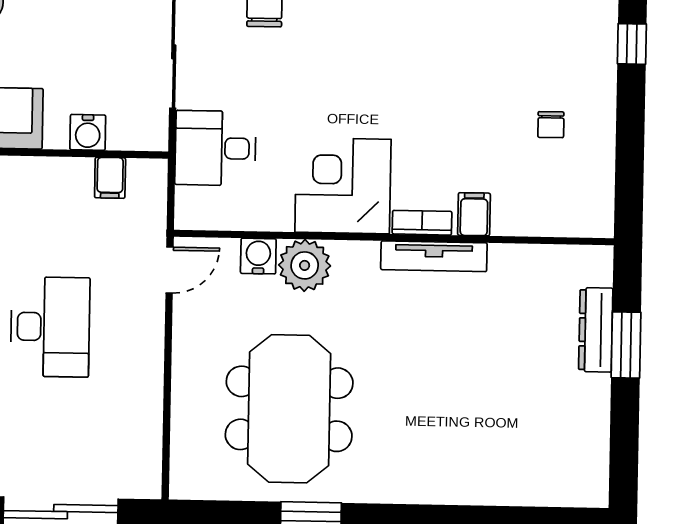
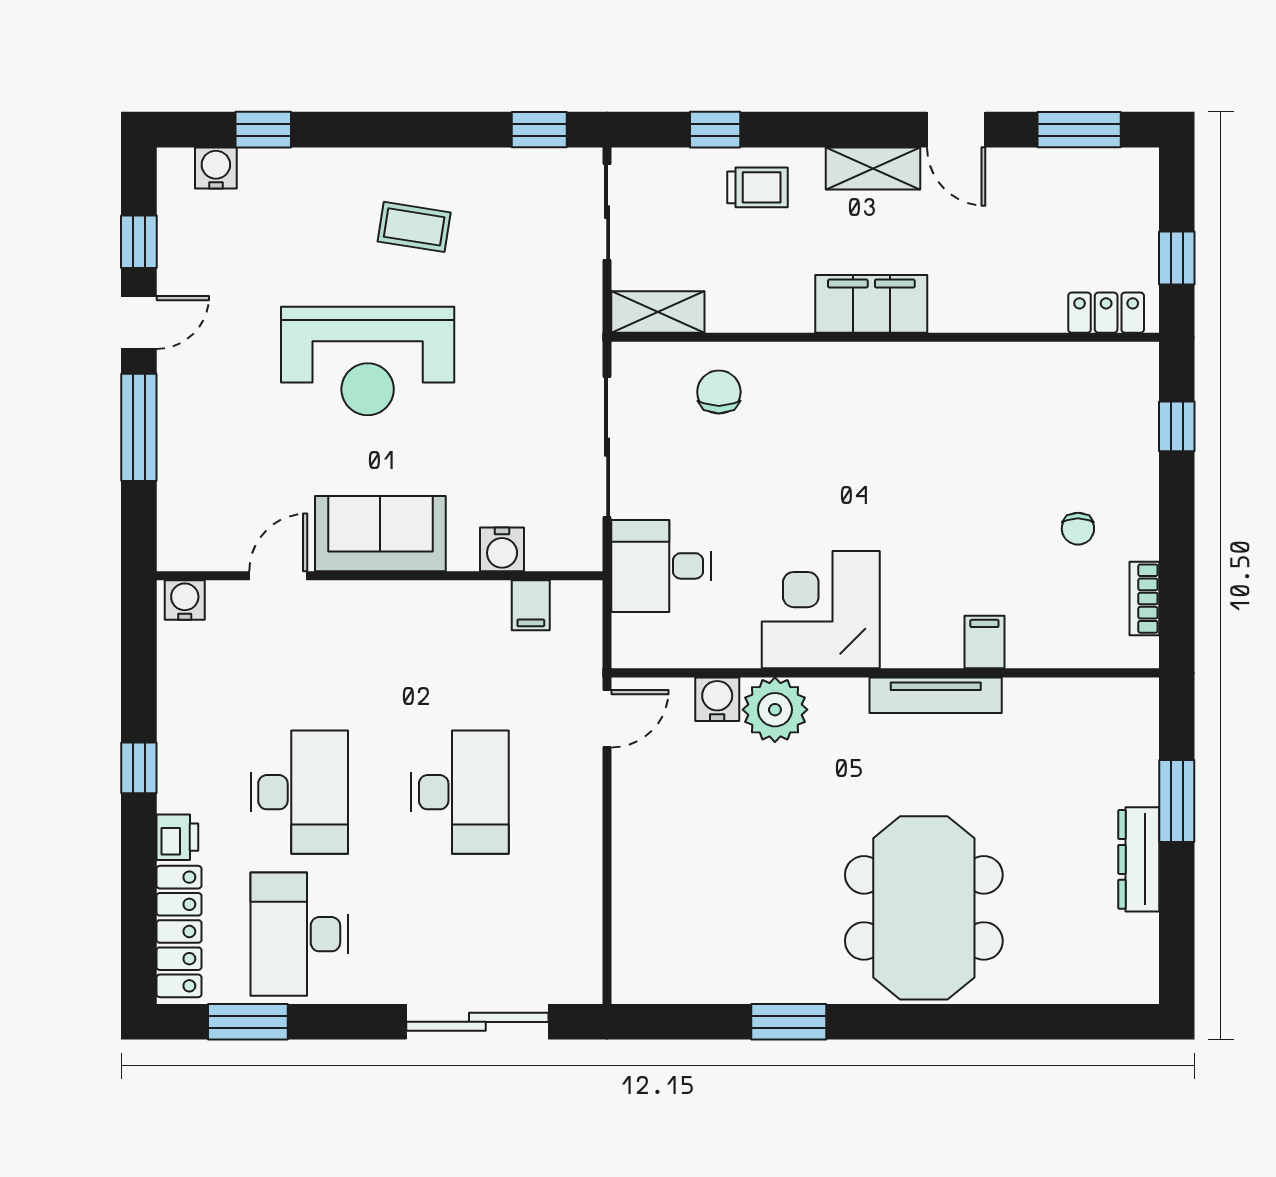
bookcase: (422, 223) -> (1144, 599), moved, turned -90
dresser: (596, 330) -> (1139, 859), moved
meeting table: (289, 409) -> (924, 908), moved

